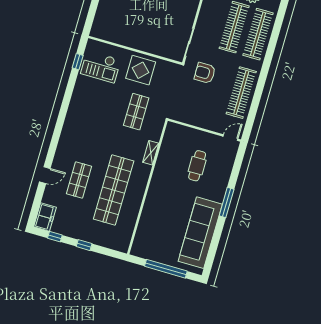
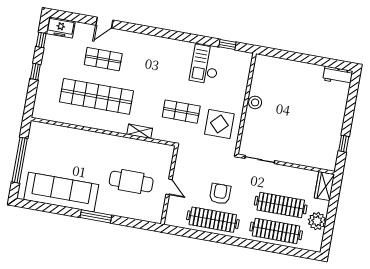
stool: (135, 41) -> (255, 102), added
checkout: (101, 67) -> (205, 64), moved
display table: (141, 70) -> (219, 124), moved
armchair: (205, 73) -> (220, 194), moved
door: (230, 138) -> (169, 187), moved
cafe table: (197, 166) -> (131, 181), width x1.37, depth x1.35
door: (45, 175) -> (104, 23), hinge flipped

